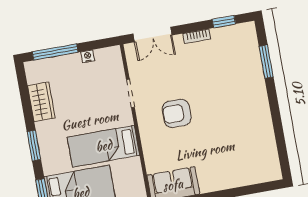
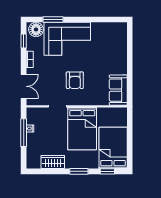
floor lamp: (246, 38) -> (36, 29), added
window: (55, 52) -> (24, 133), moved
corner sofa: (240, 90) -> (67, 39), added
bed: (104, 146) -> (82, 129), width x1.50

